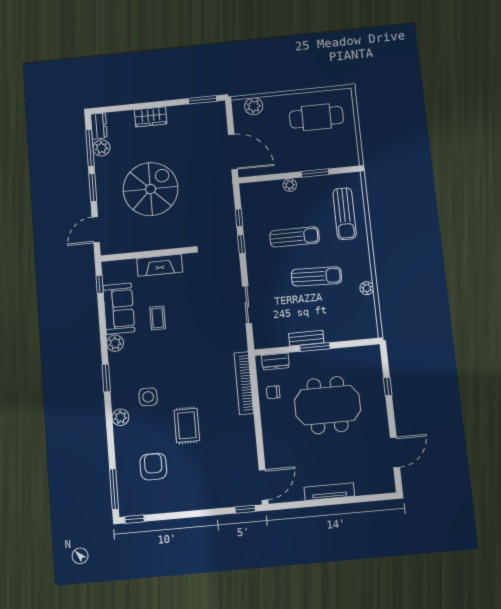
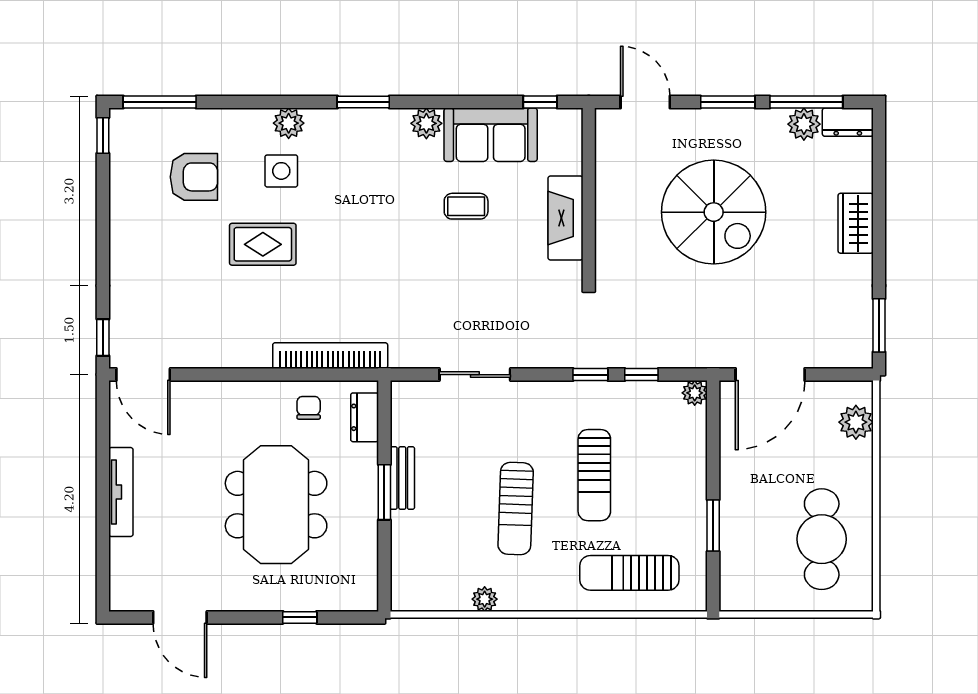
plant: (290, 185) -> (695, 393), moved
side table: (148, 397) -> (281, 171), moved

